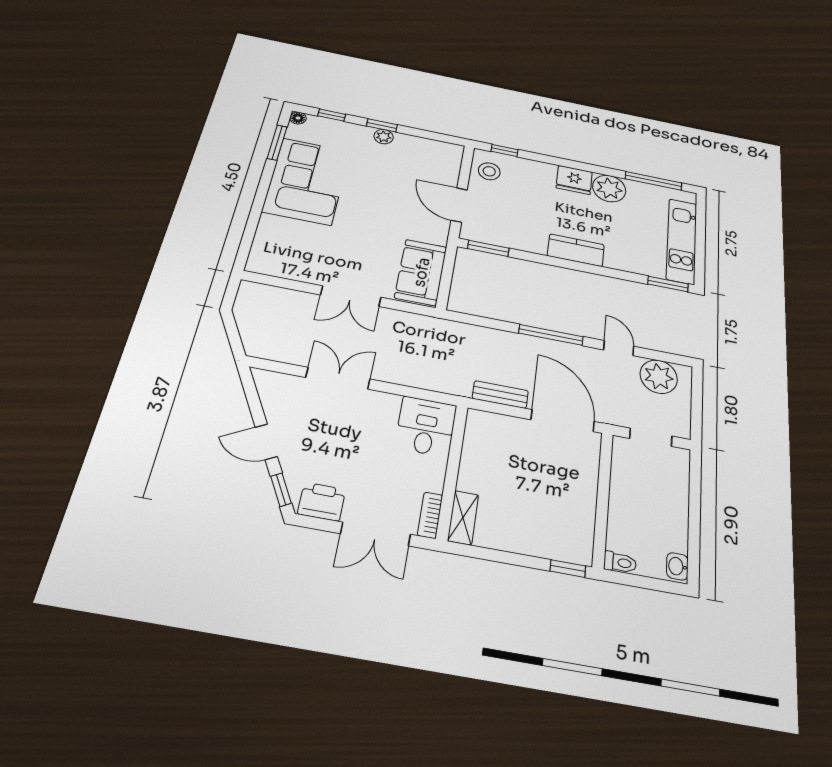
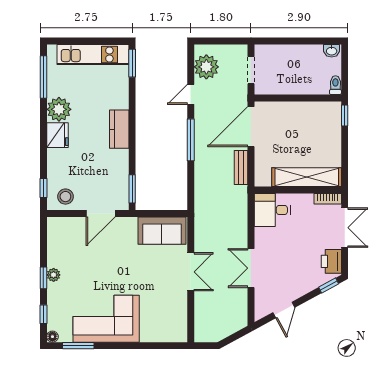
door: (266, 442) -> (284, 310), moved
shelving: (463, 518) -> (307, 177), width x2.20, depth x1.33

